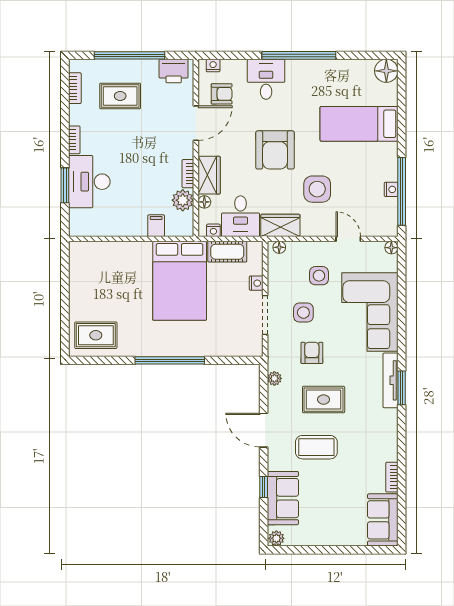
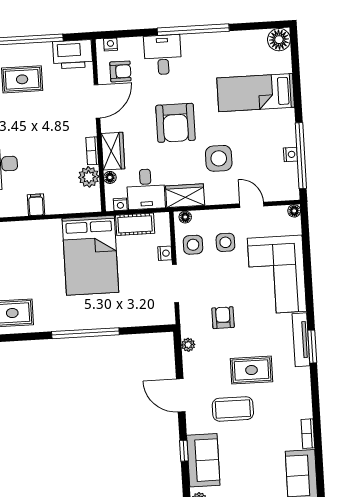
printer: (174, 71) -> (73, 54), width x1.37, depth x1.19
filing cabinet: (156, 226) -> (36, 205), moved
side table: (303, 313) -> (193, 245), moved
rug: (324, 400) -> (251, 370), moved

